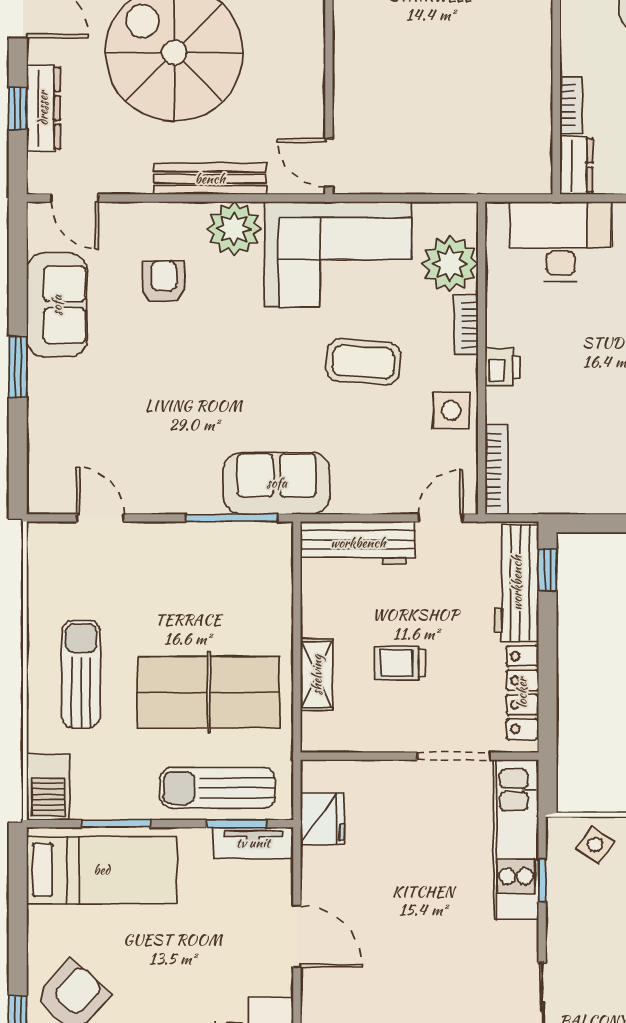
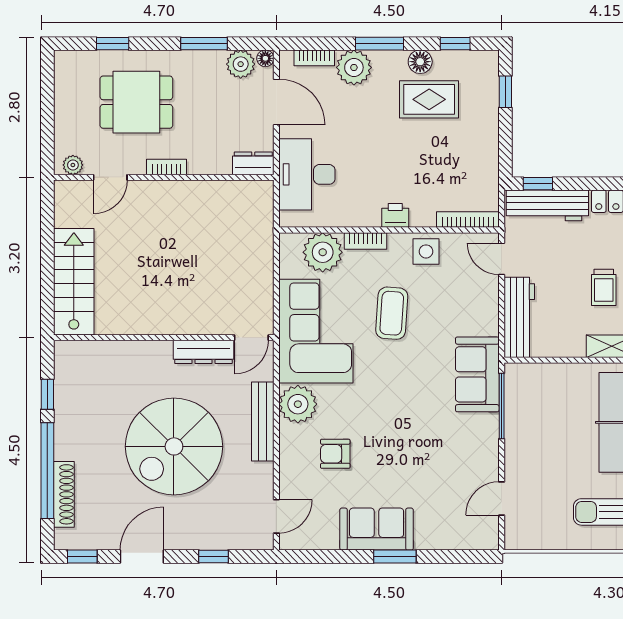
bookcase: (571, 105) -> (167, 167), moved
dresser: (43, 108) -> (203, 352), moved, turned 180
sofa: (57, 305) -> (377, 529), moved

